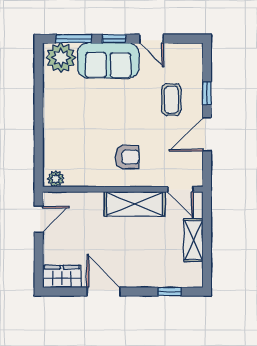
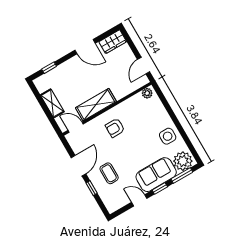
side table: (62, 104) -> (168, 136), added

